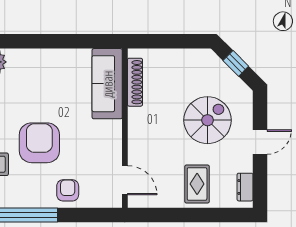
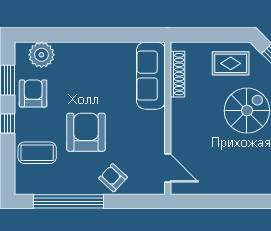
rug: (197, 184) -> (231, 63), moved, turned 90
armchair: (68, 190) -> (113, 178), turned -47

